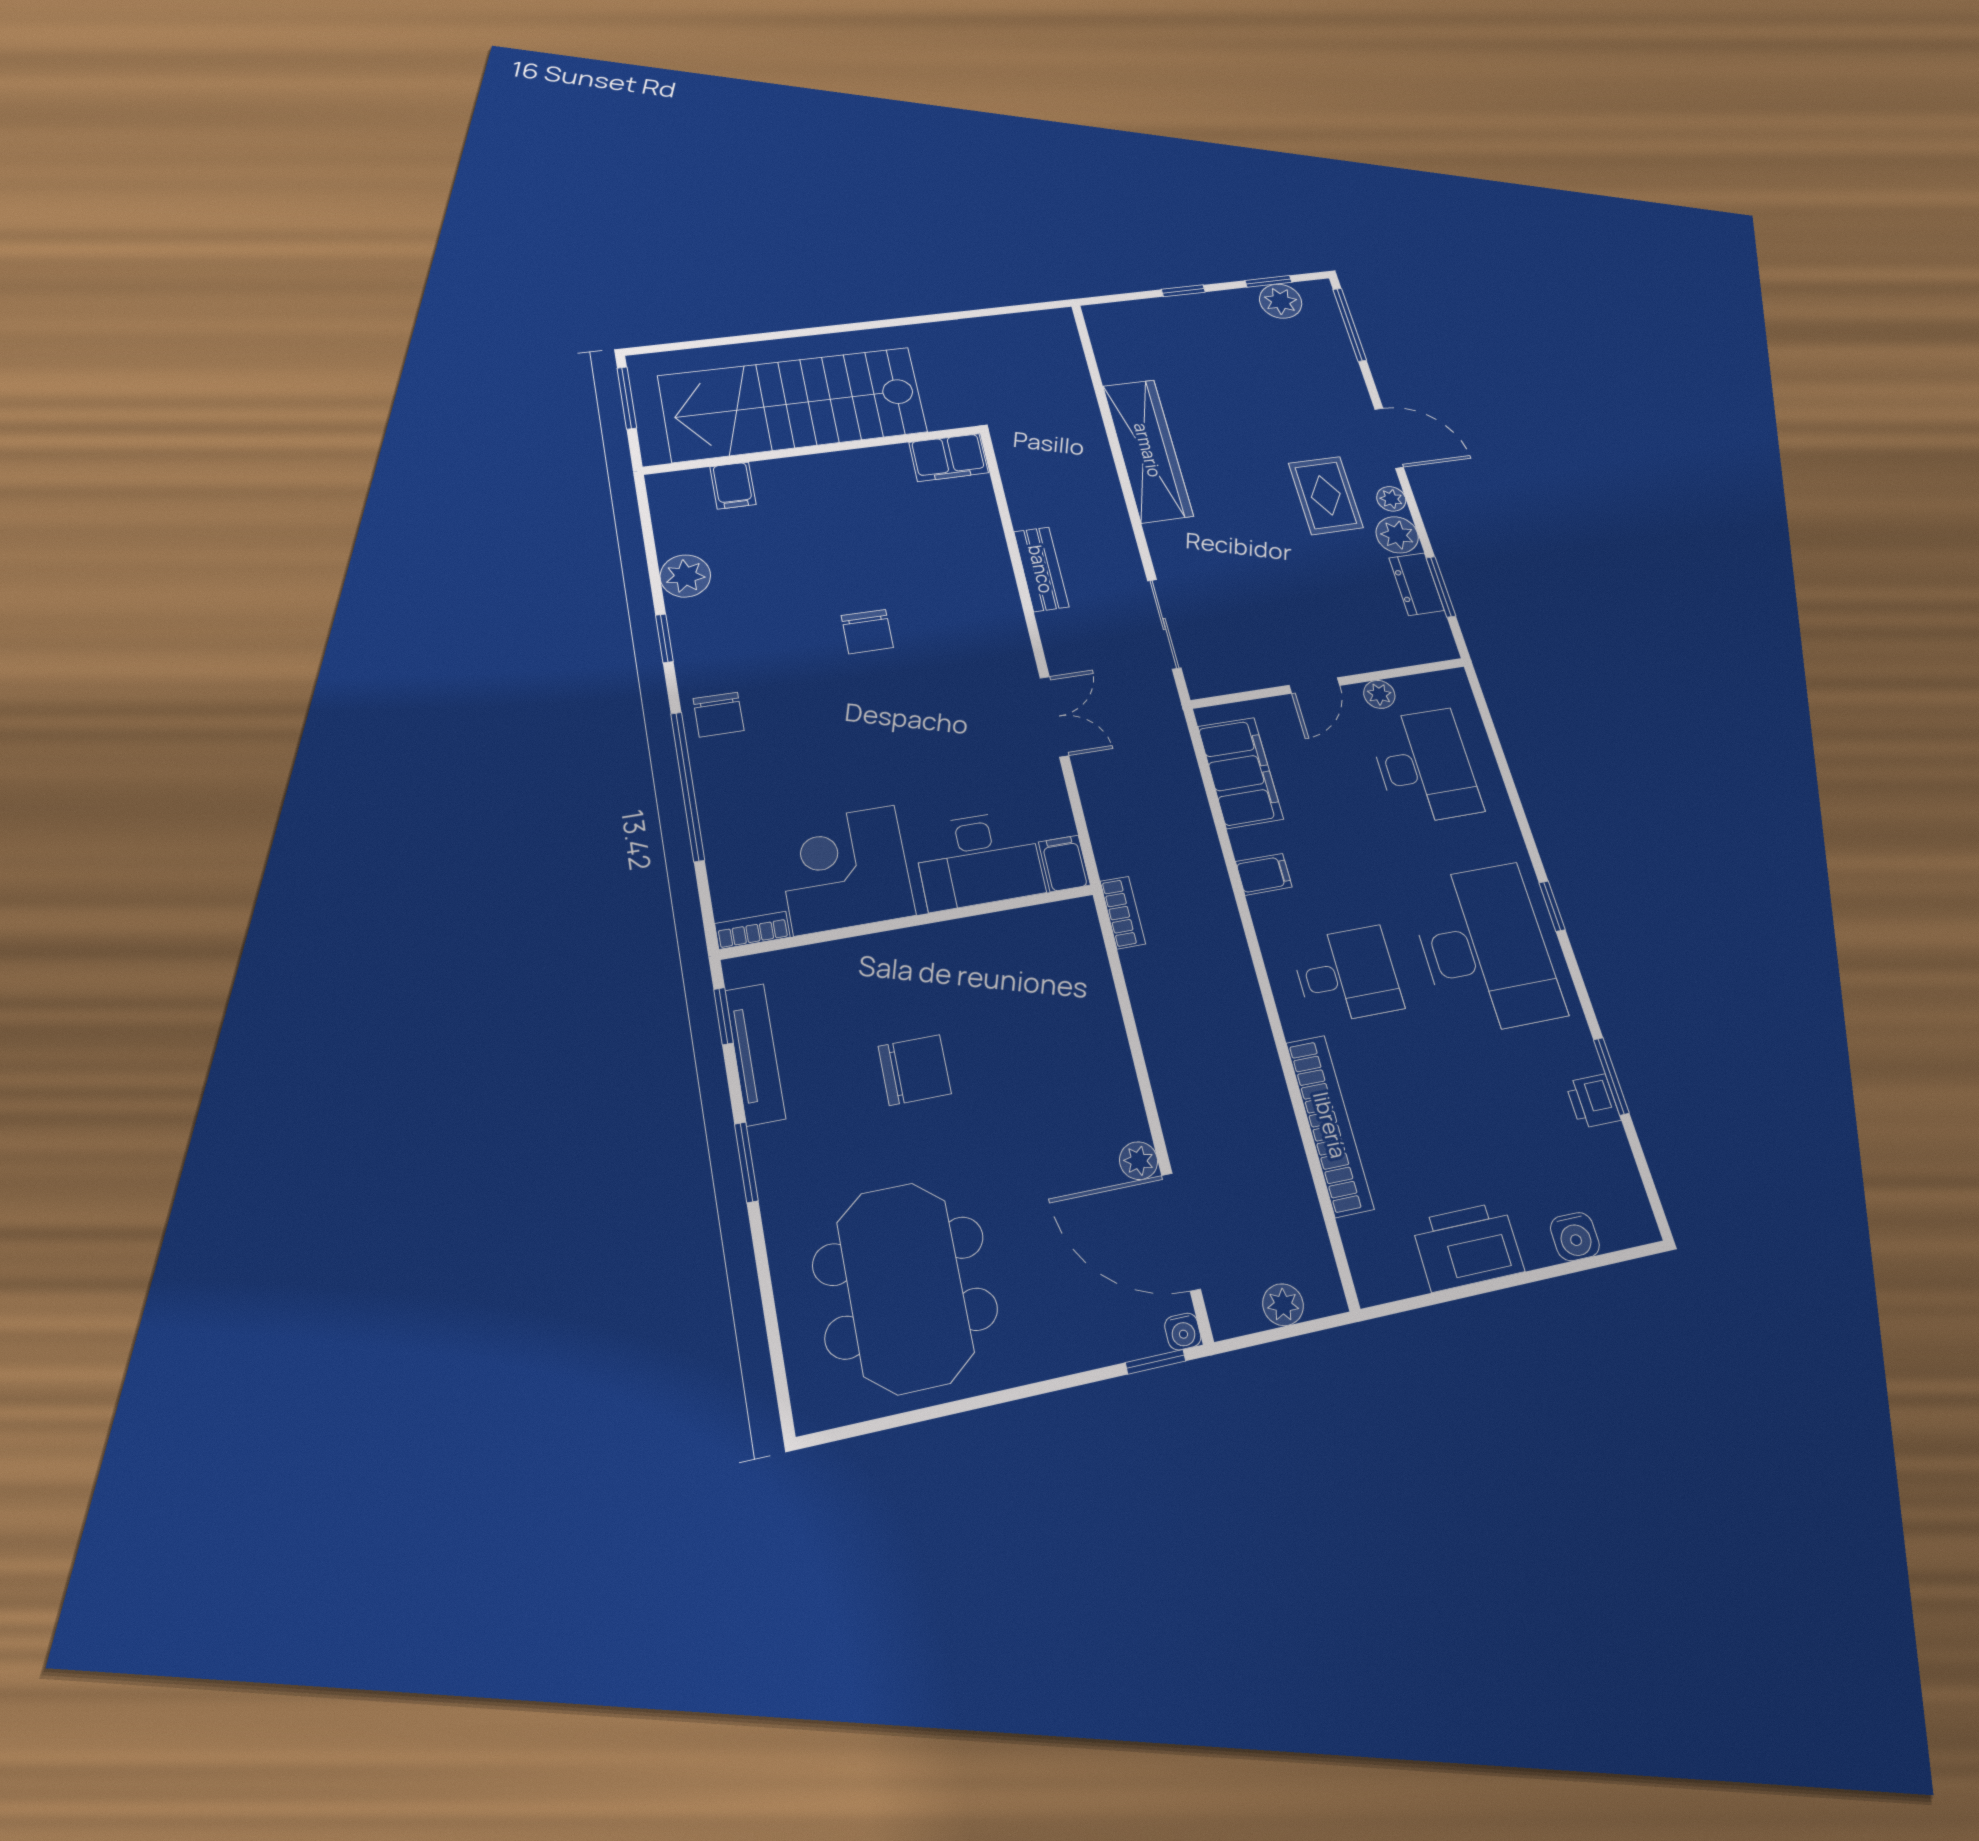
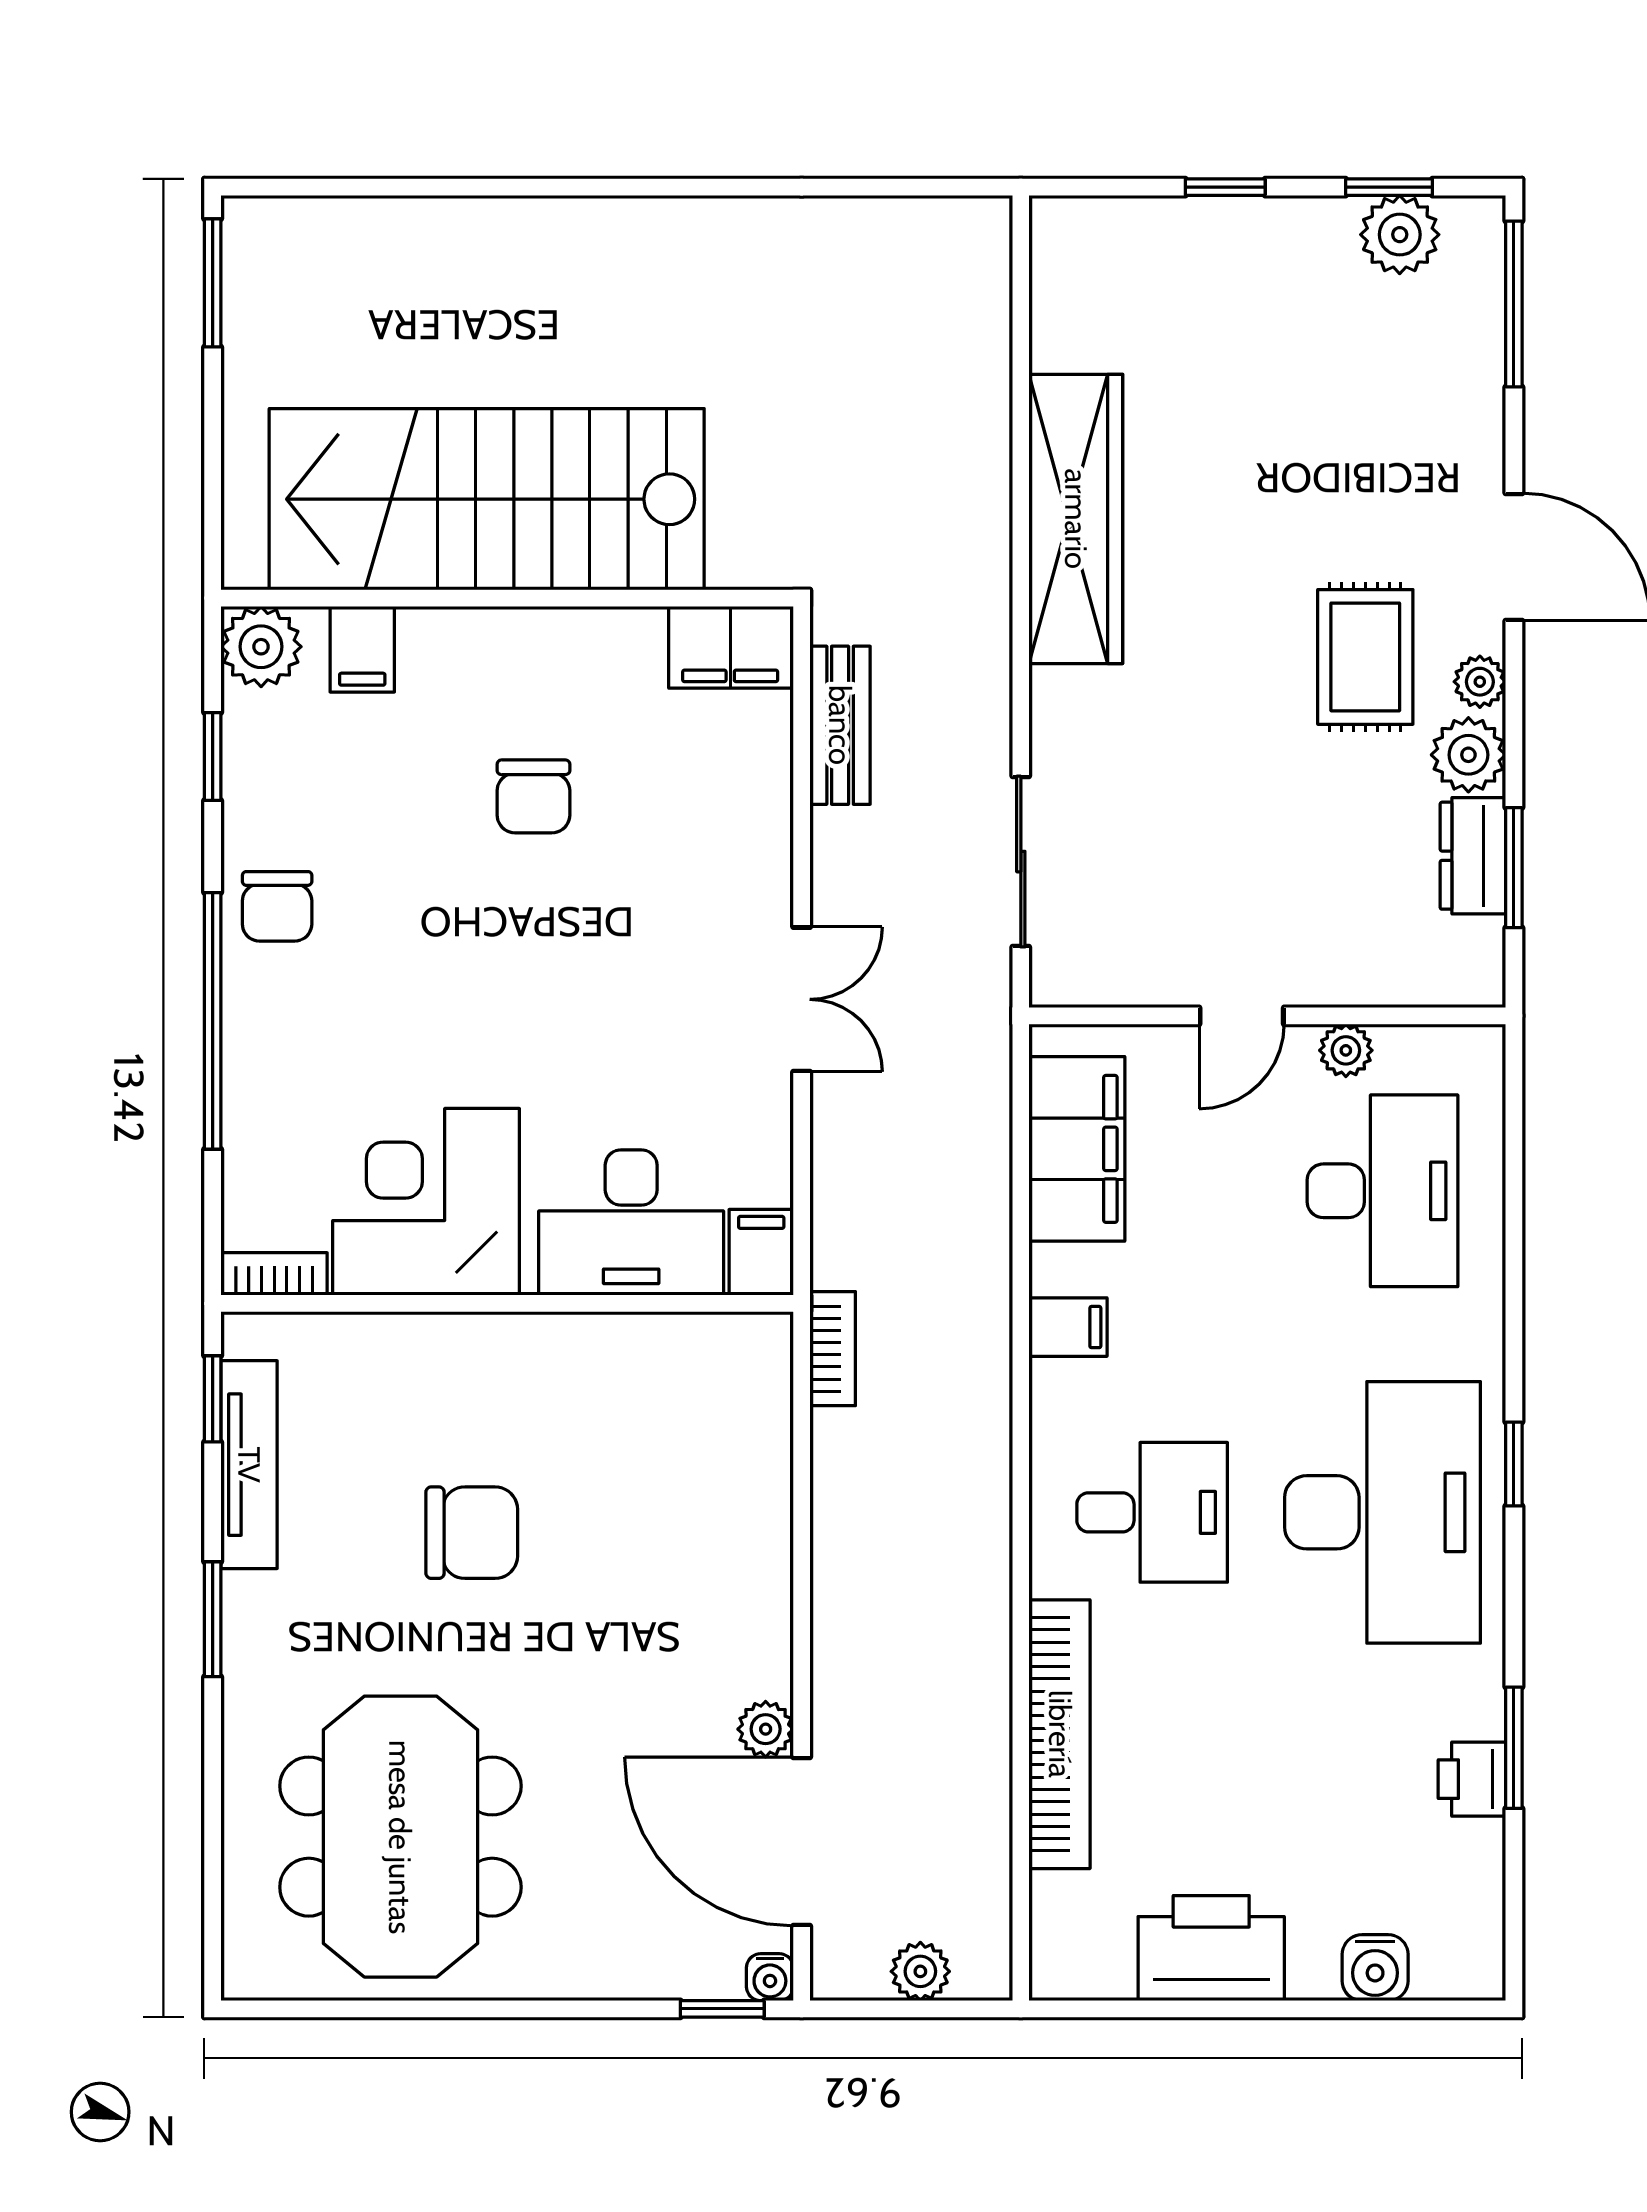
stairs: (793, 404) -> (487, 499), moved
wall: (814, 450) -> (507, 598), moved
filing cabinet: (949, 458) -> (730, 647), moved
filing cabinet: (733, 486) -> (362, 649), moved

